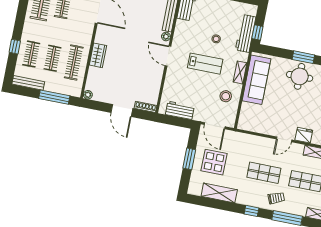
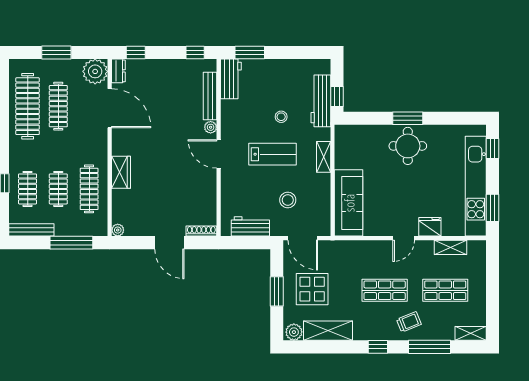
sofa: (256, 80) -> (349, 203), moved
stool: (226, 96) -> (288, 200), moved
plant: (196, 189) -> (294, 332), added

